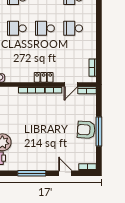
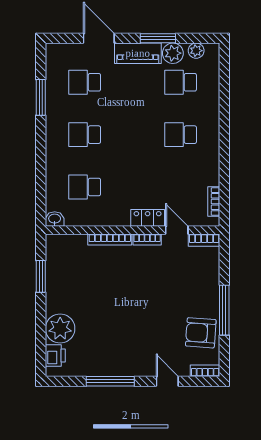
school desk: (45, 28) -> (85, 187), moved
locker: (44, 77) -> (148, 218), moved
door: (71, 84) -> (177, 230), swing flipped
armchair: (86, 130) -> (201, 333), moved

